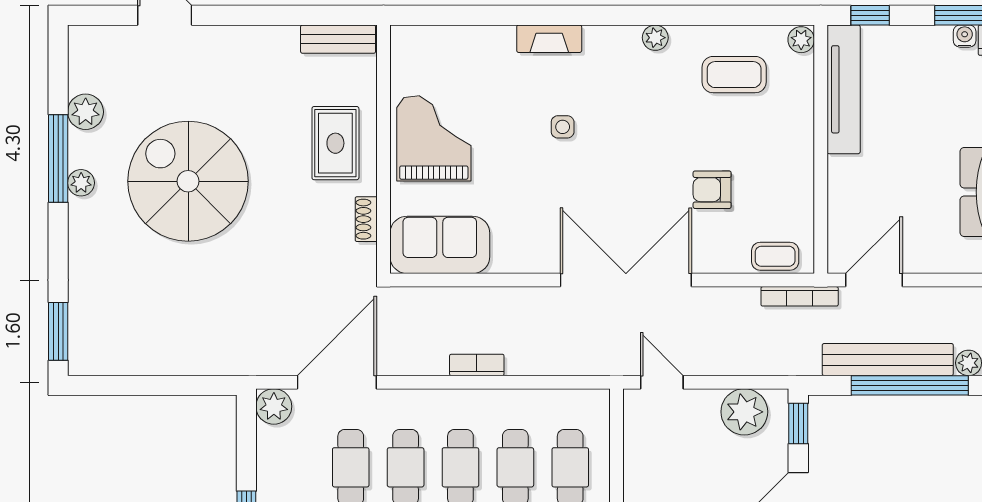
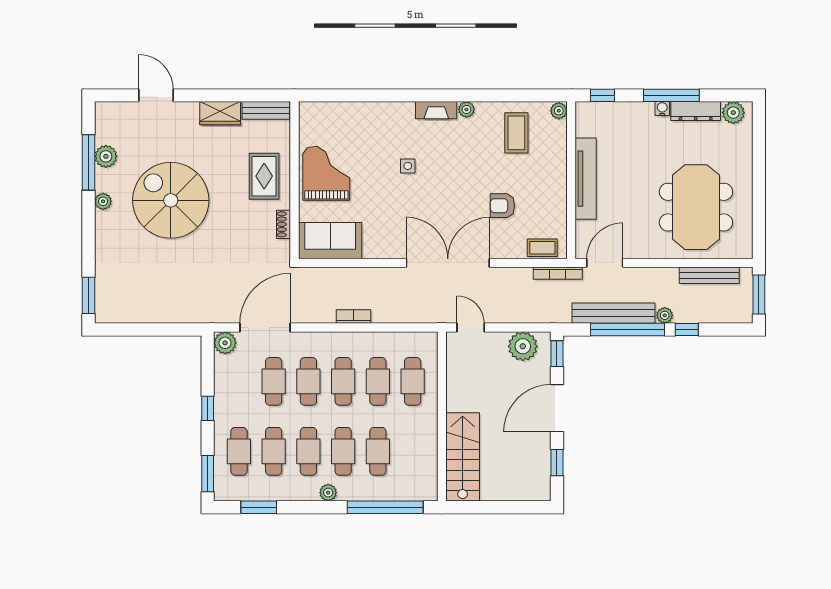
fireplace: (549, 39) -> (436, 110), moved
wardrobe: (266, 44) -> (220, 113), added
coffee table: (734, 75) -> (516, 133), turned 90
tv unit: (844, 89) -> (586, 179), moved
window: (58, 158) -> (89, 162), moved

